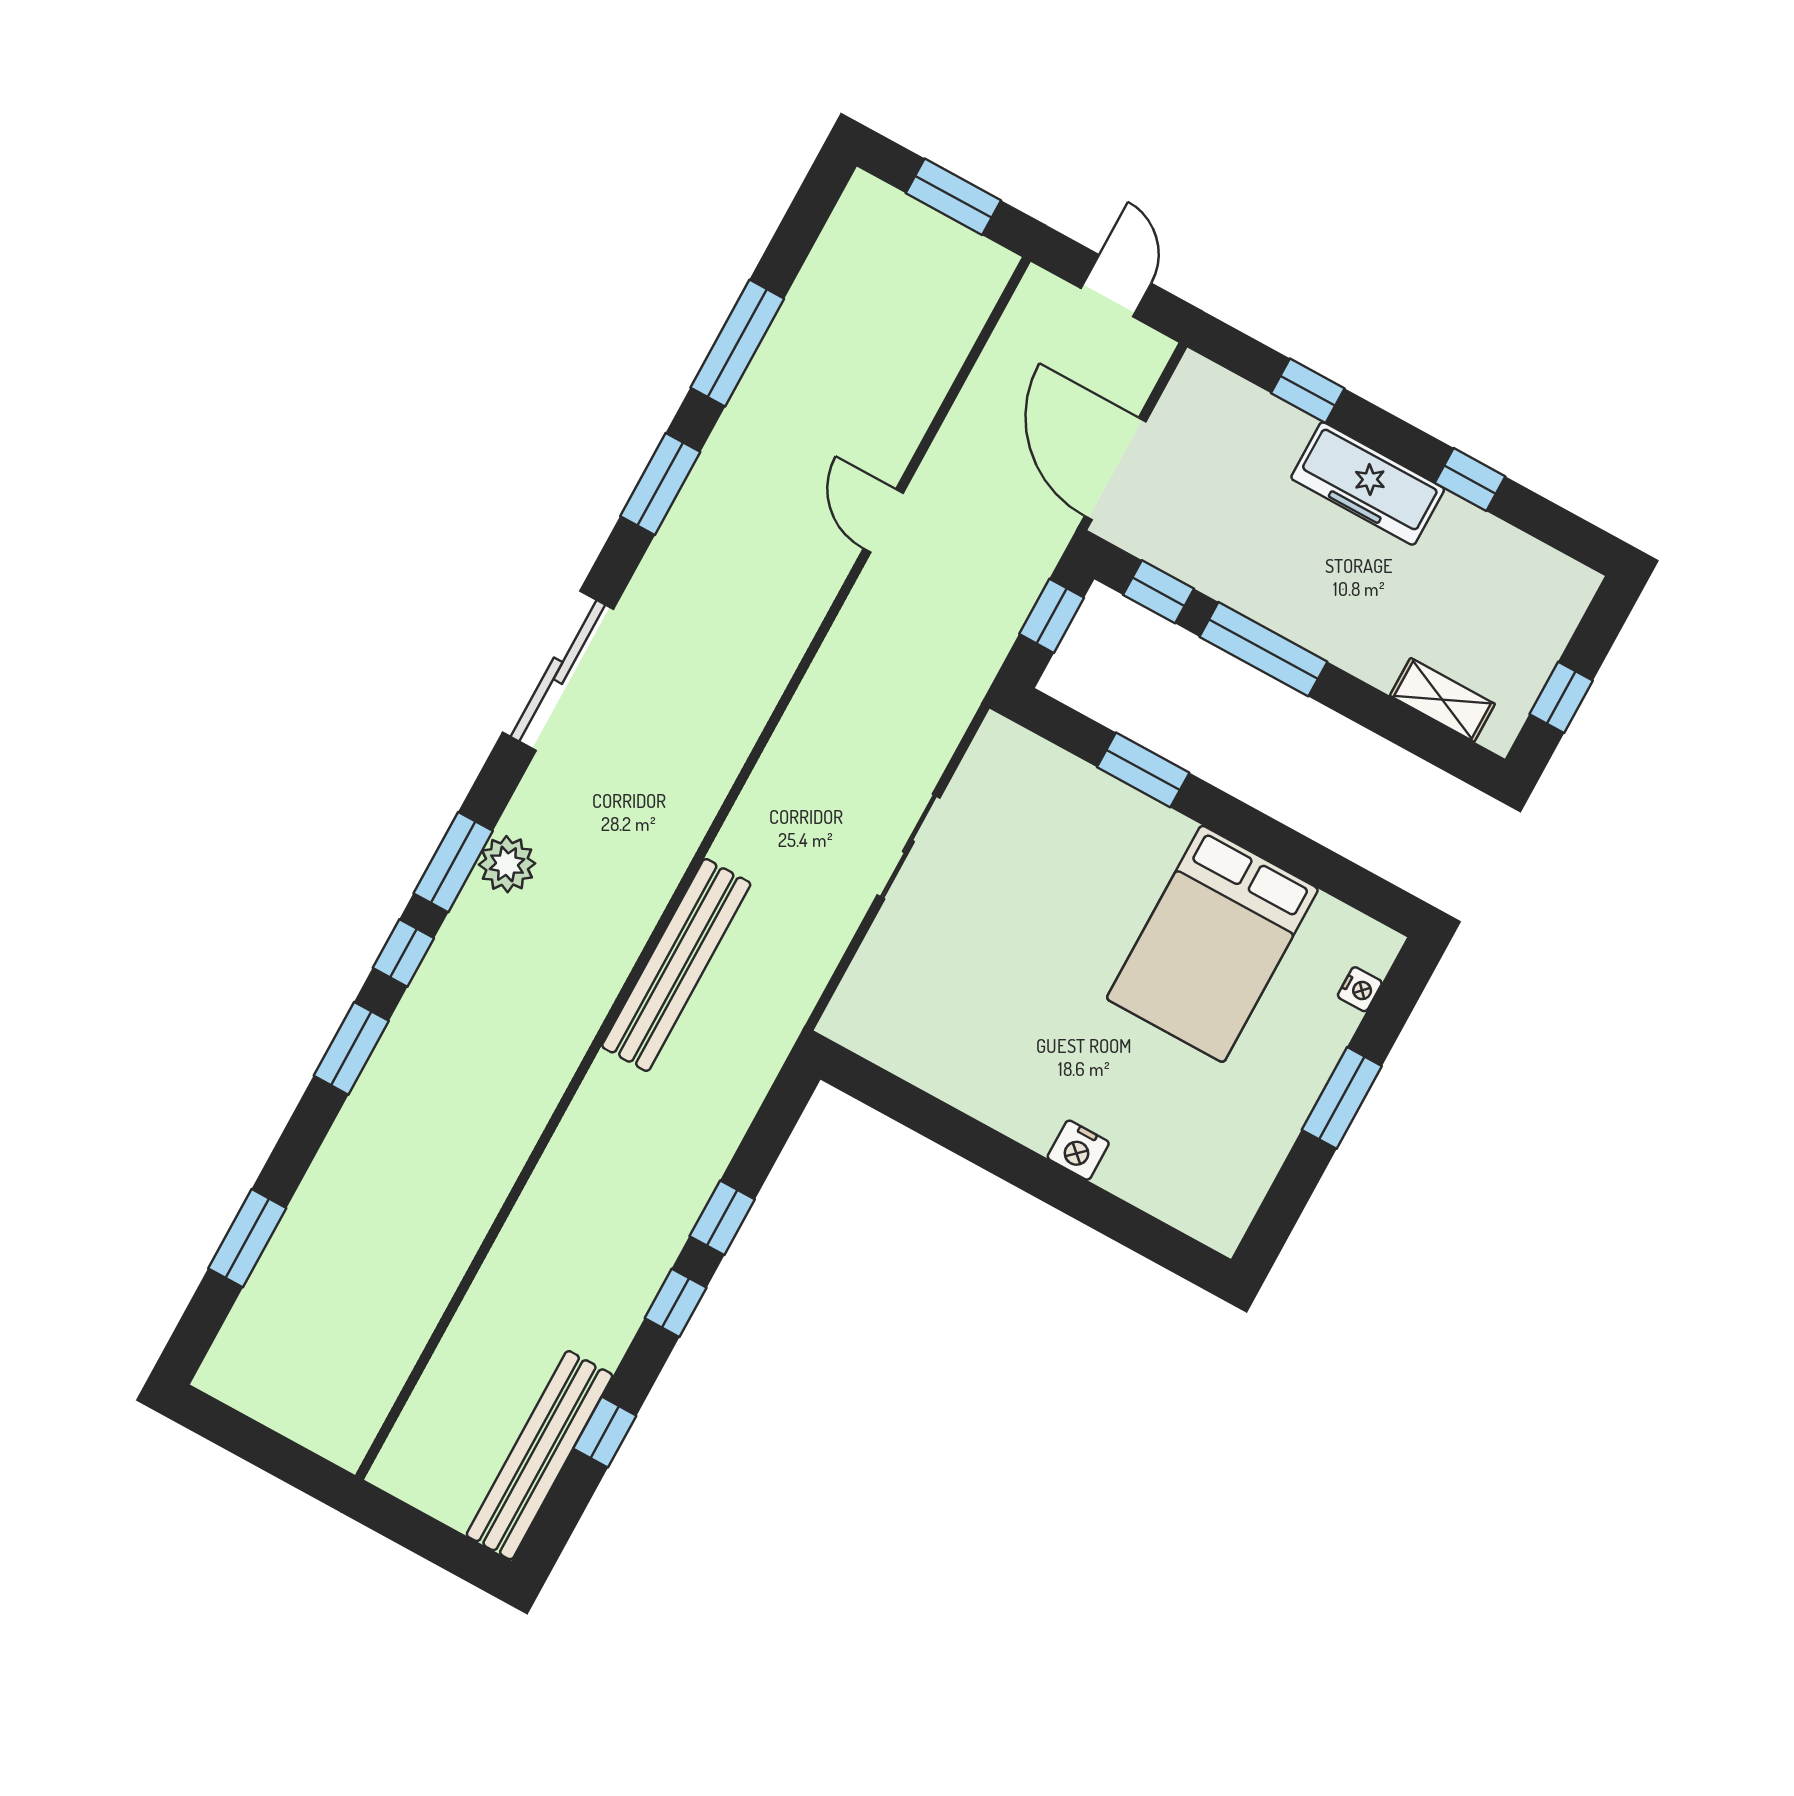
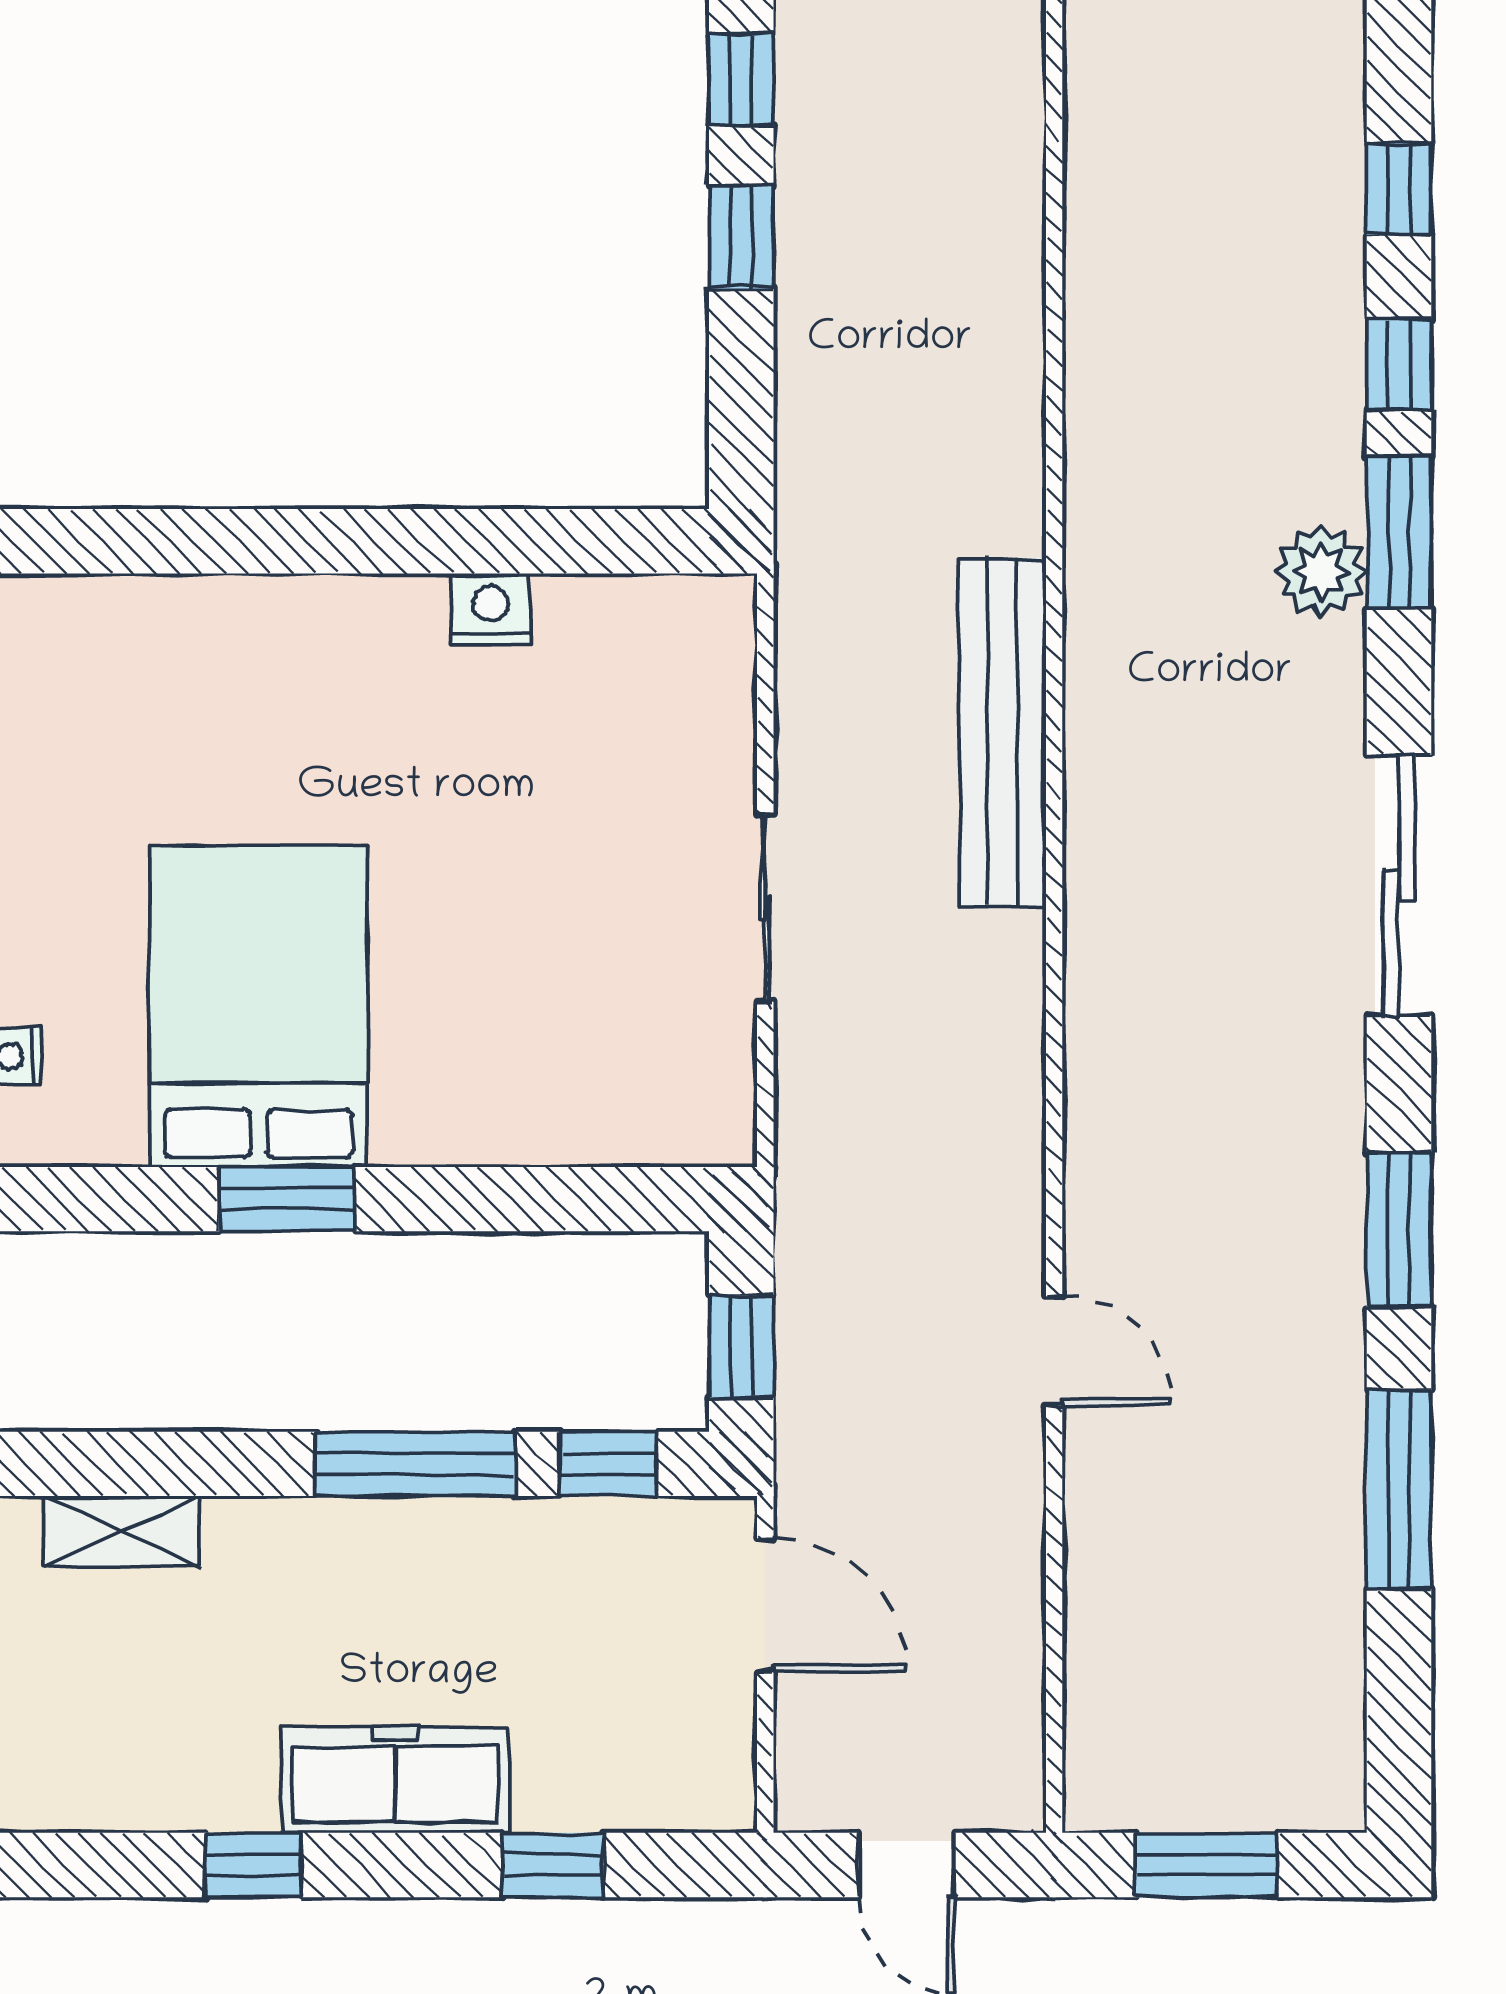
door: (1115, 469) -> (765, 1605), width x0.73
window: (1143, 770) -> (287, 1199), moved
bench: (676, 965) -> (1003, 732), moved
window: (351, 1048) -> (1399, 189), width x0.67
nightstand: (1078, 1150) -> (491, 609), moved

